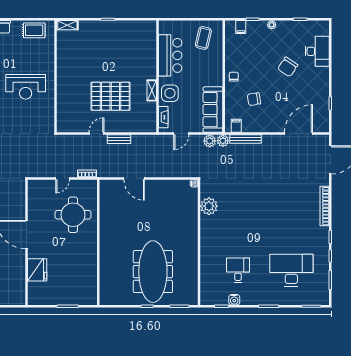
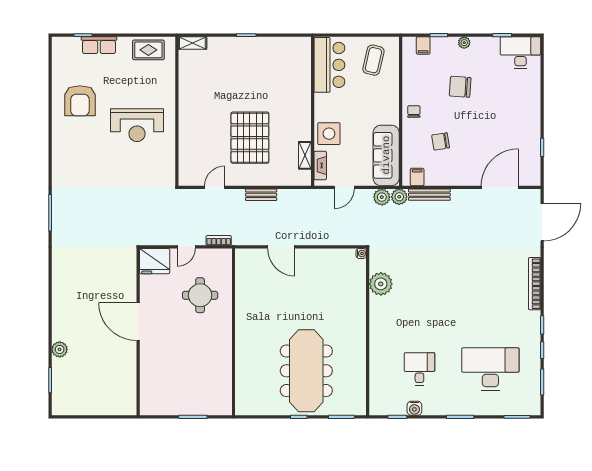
desk: (317, 51) -> (521, 53), moved, turned -90
bar counter: (170, 55) -> (329, 65), moved
chair: (288, 67) -> (460, 87), moved, turned 60
shelving: (152, 90) -> (305, 155), moved
pallet: (111, 96) -> (250, 138), turned 90
door: (96, 134) -> (215, 187), moved
round table: (73, 215) -> (200, 295), width x0.73, depth x0.73
fridge: (37, 270) -> (155, 261), moved, turned 90

